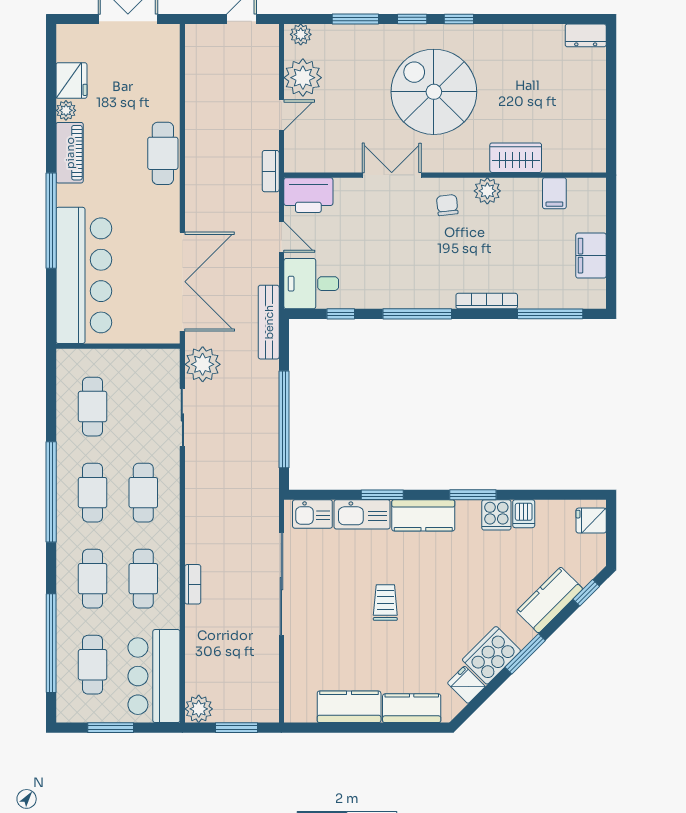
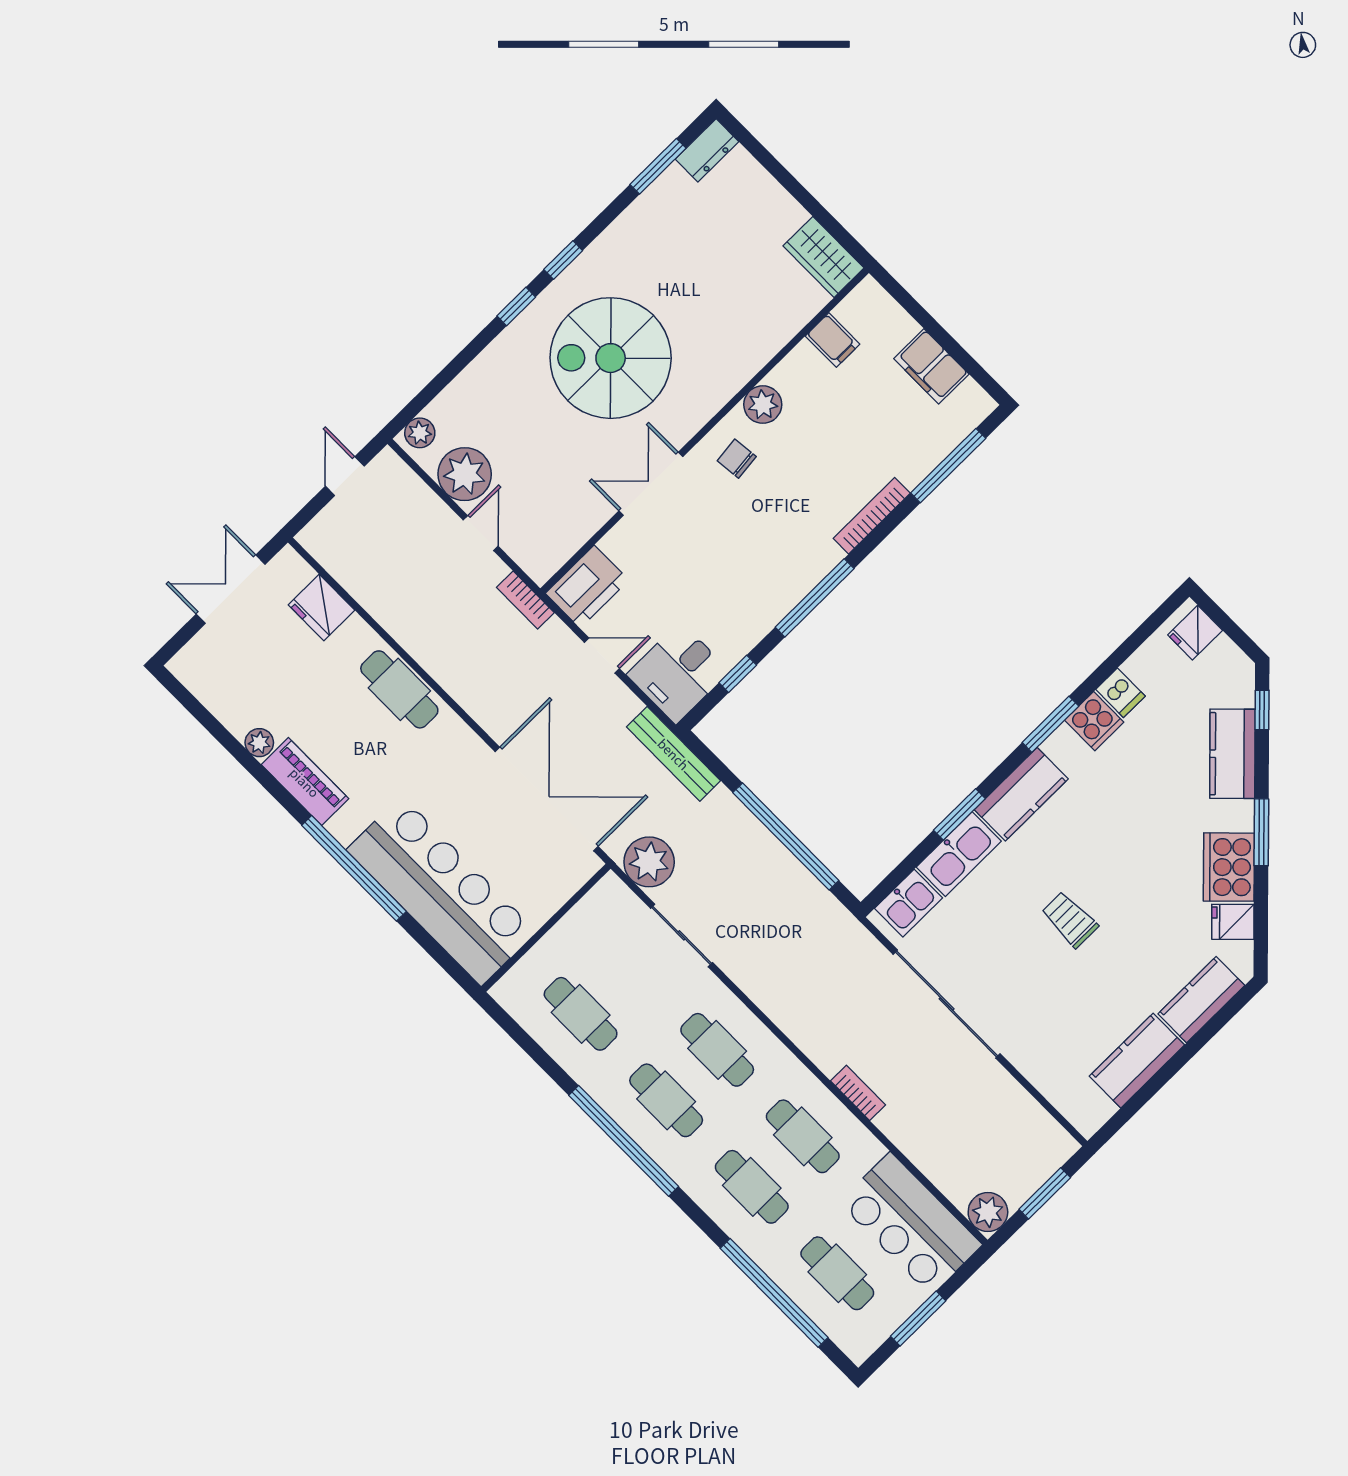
window: (355, 19) -> (658, 166), moved
fridge: (71, 81) -> (322, 607), moved, turned 180
wardrobe: (516, 158) -> (823, 257), moved, turned -90

